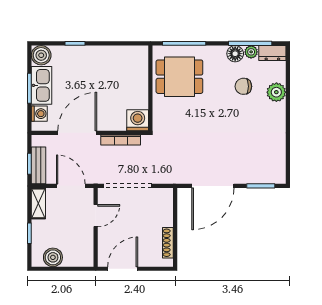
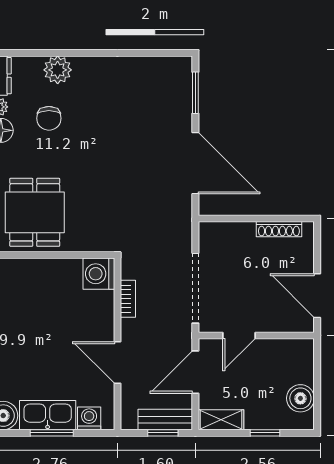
door: (77, 133) -> (117, 362), width x0.73
bookcase: (121, 140) -> (128, 299), width x0.64
door: (96, 216) -> (239, 335), swing flipped

